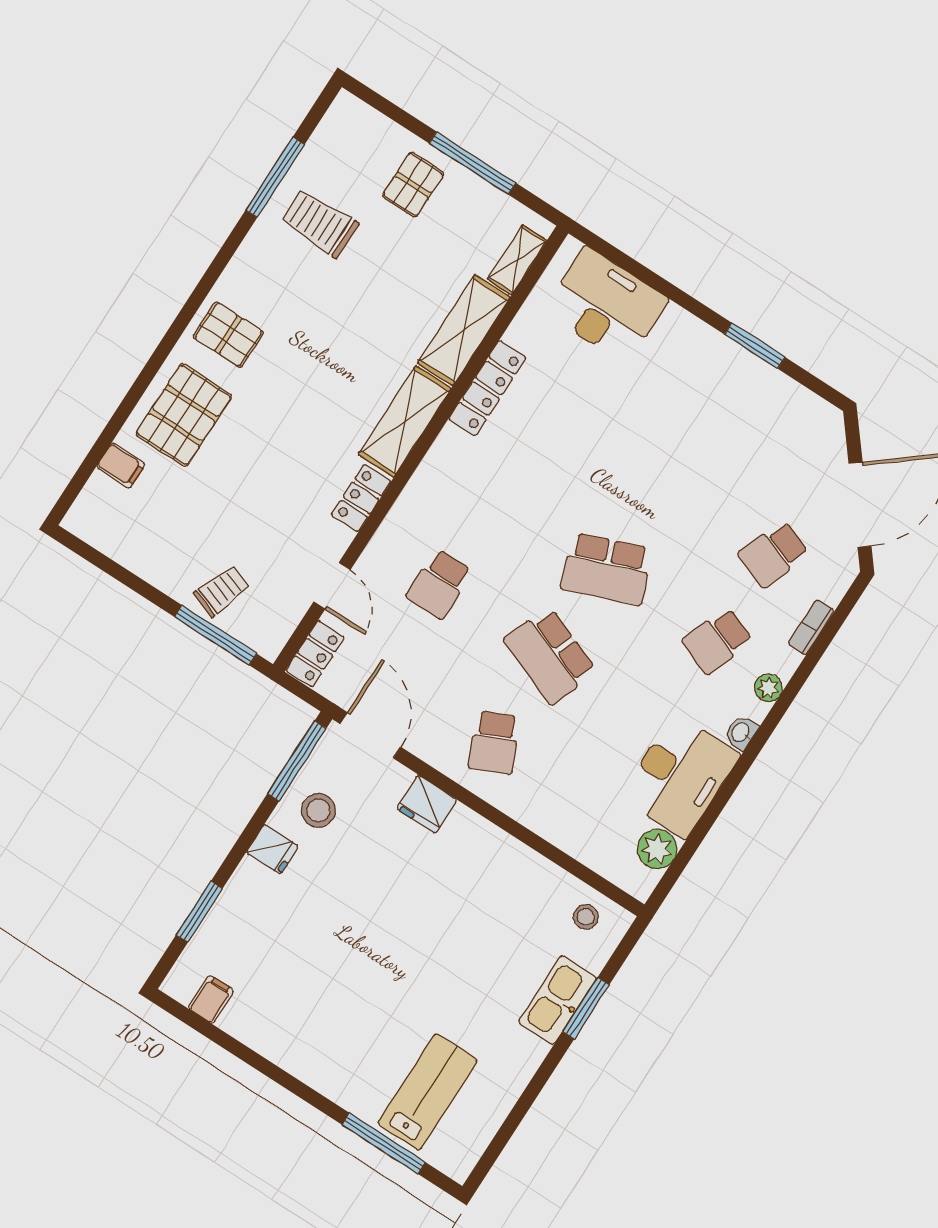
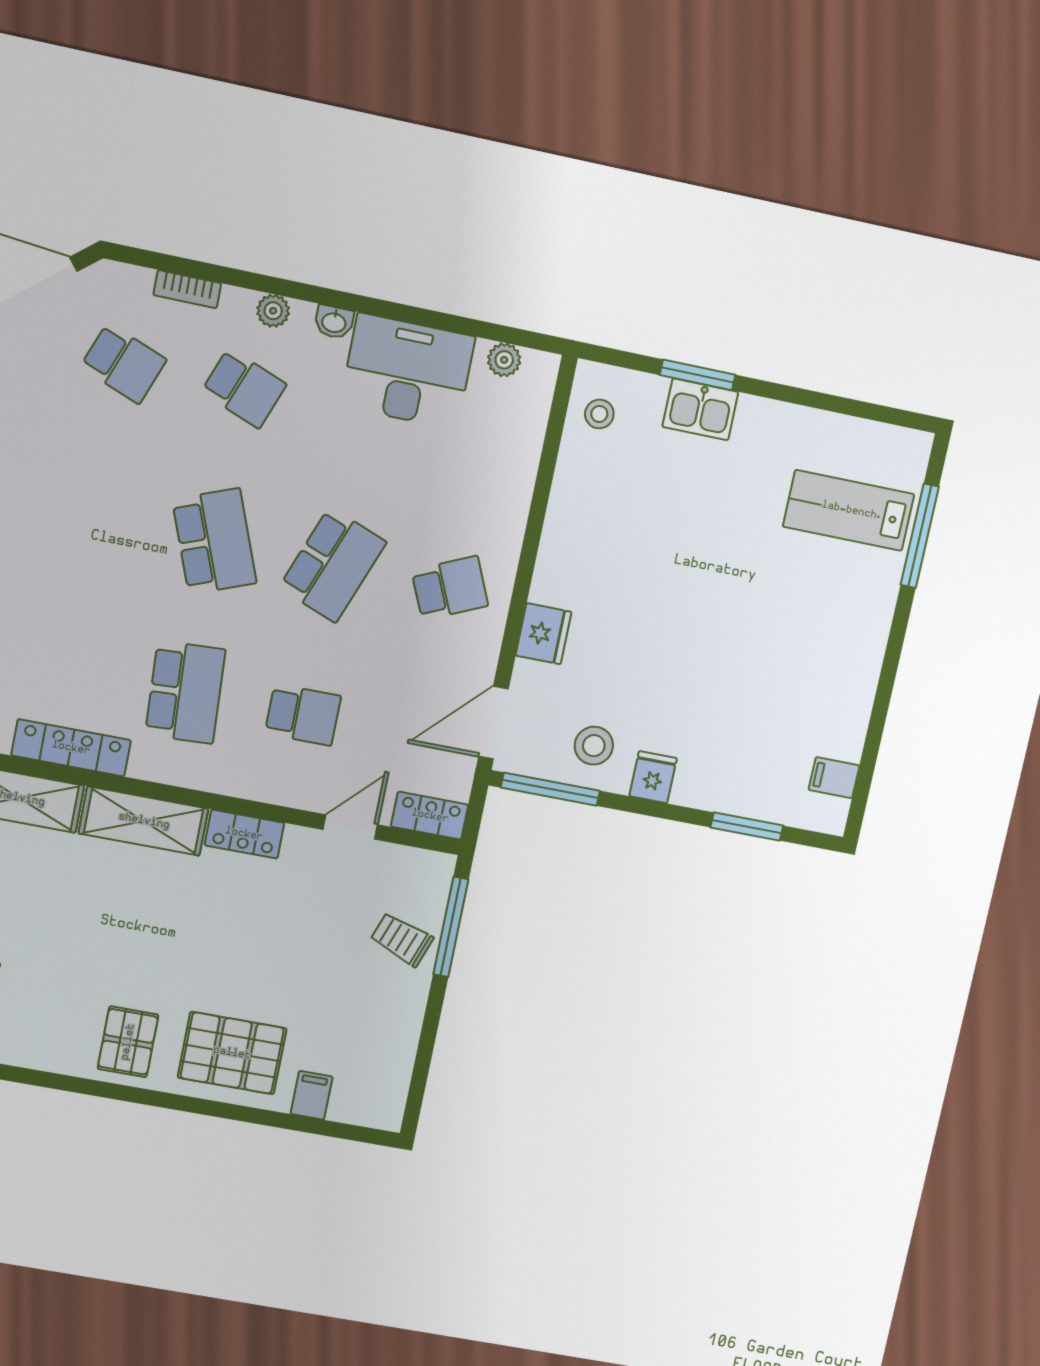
school desk: (495, 497) -> (185, 692), added
plant: (657, 849) -> (504, 360), width x0.73, depth x0.73
kitchen sink: (557, 1000) -> (700, 409), width x0.73

